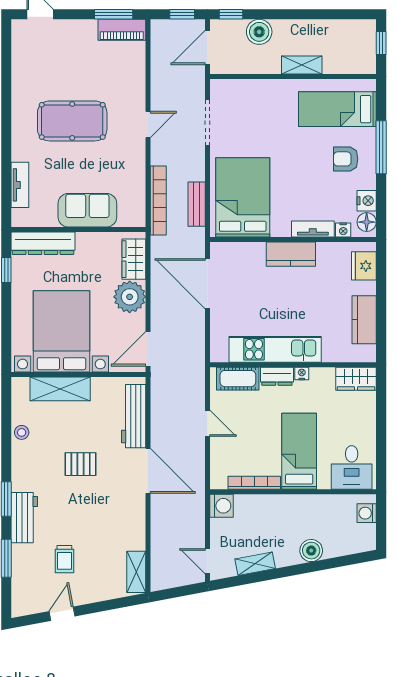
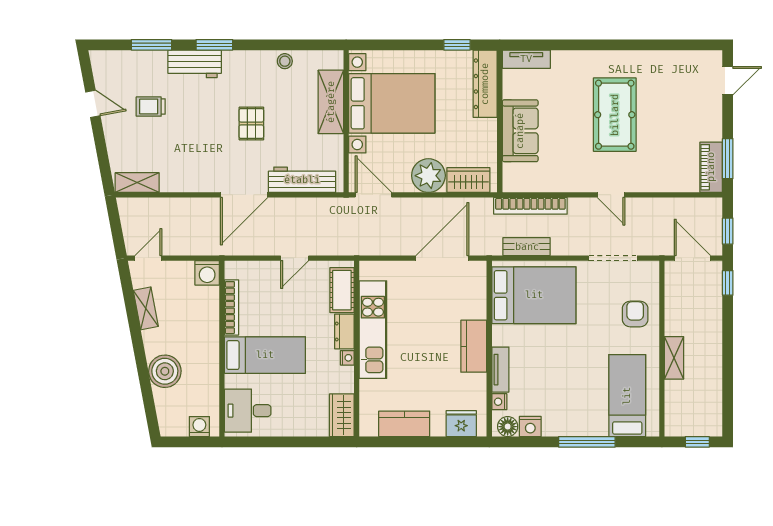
boiler: (259, 32) -> (709, 313), removed
armchair: (346, 159) -> (635, 314), moved
tv unit: (20, 185) -> (526, 59), moved
boiler: (311, 551) -> (165, 371), width x1.37, depth x1.37

